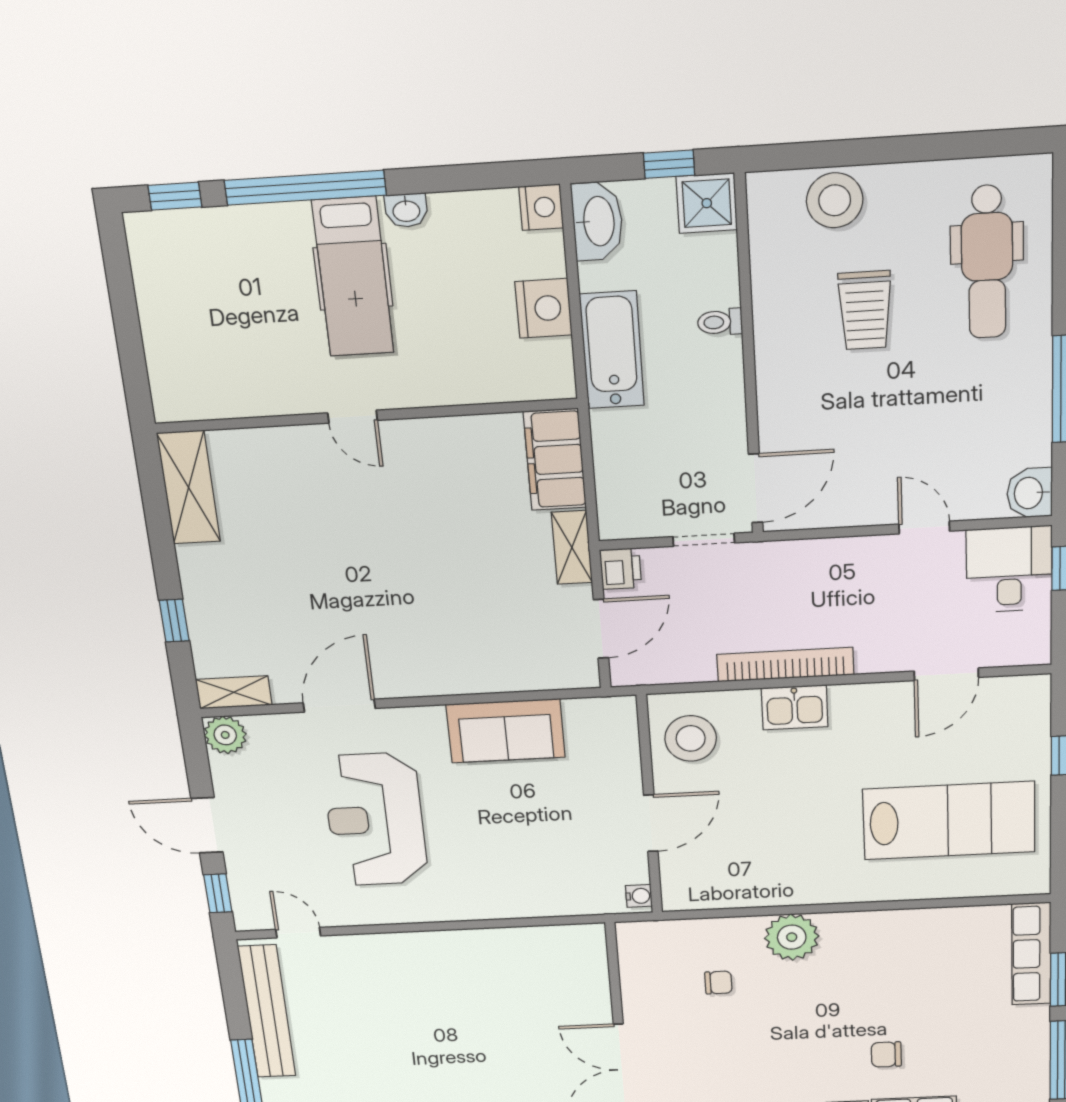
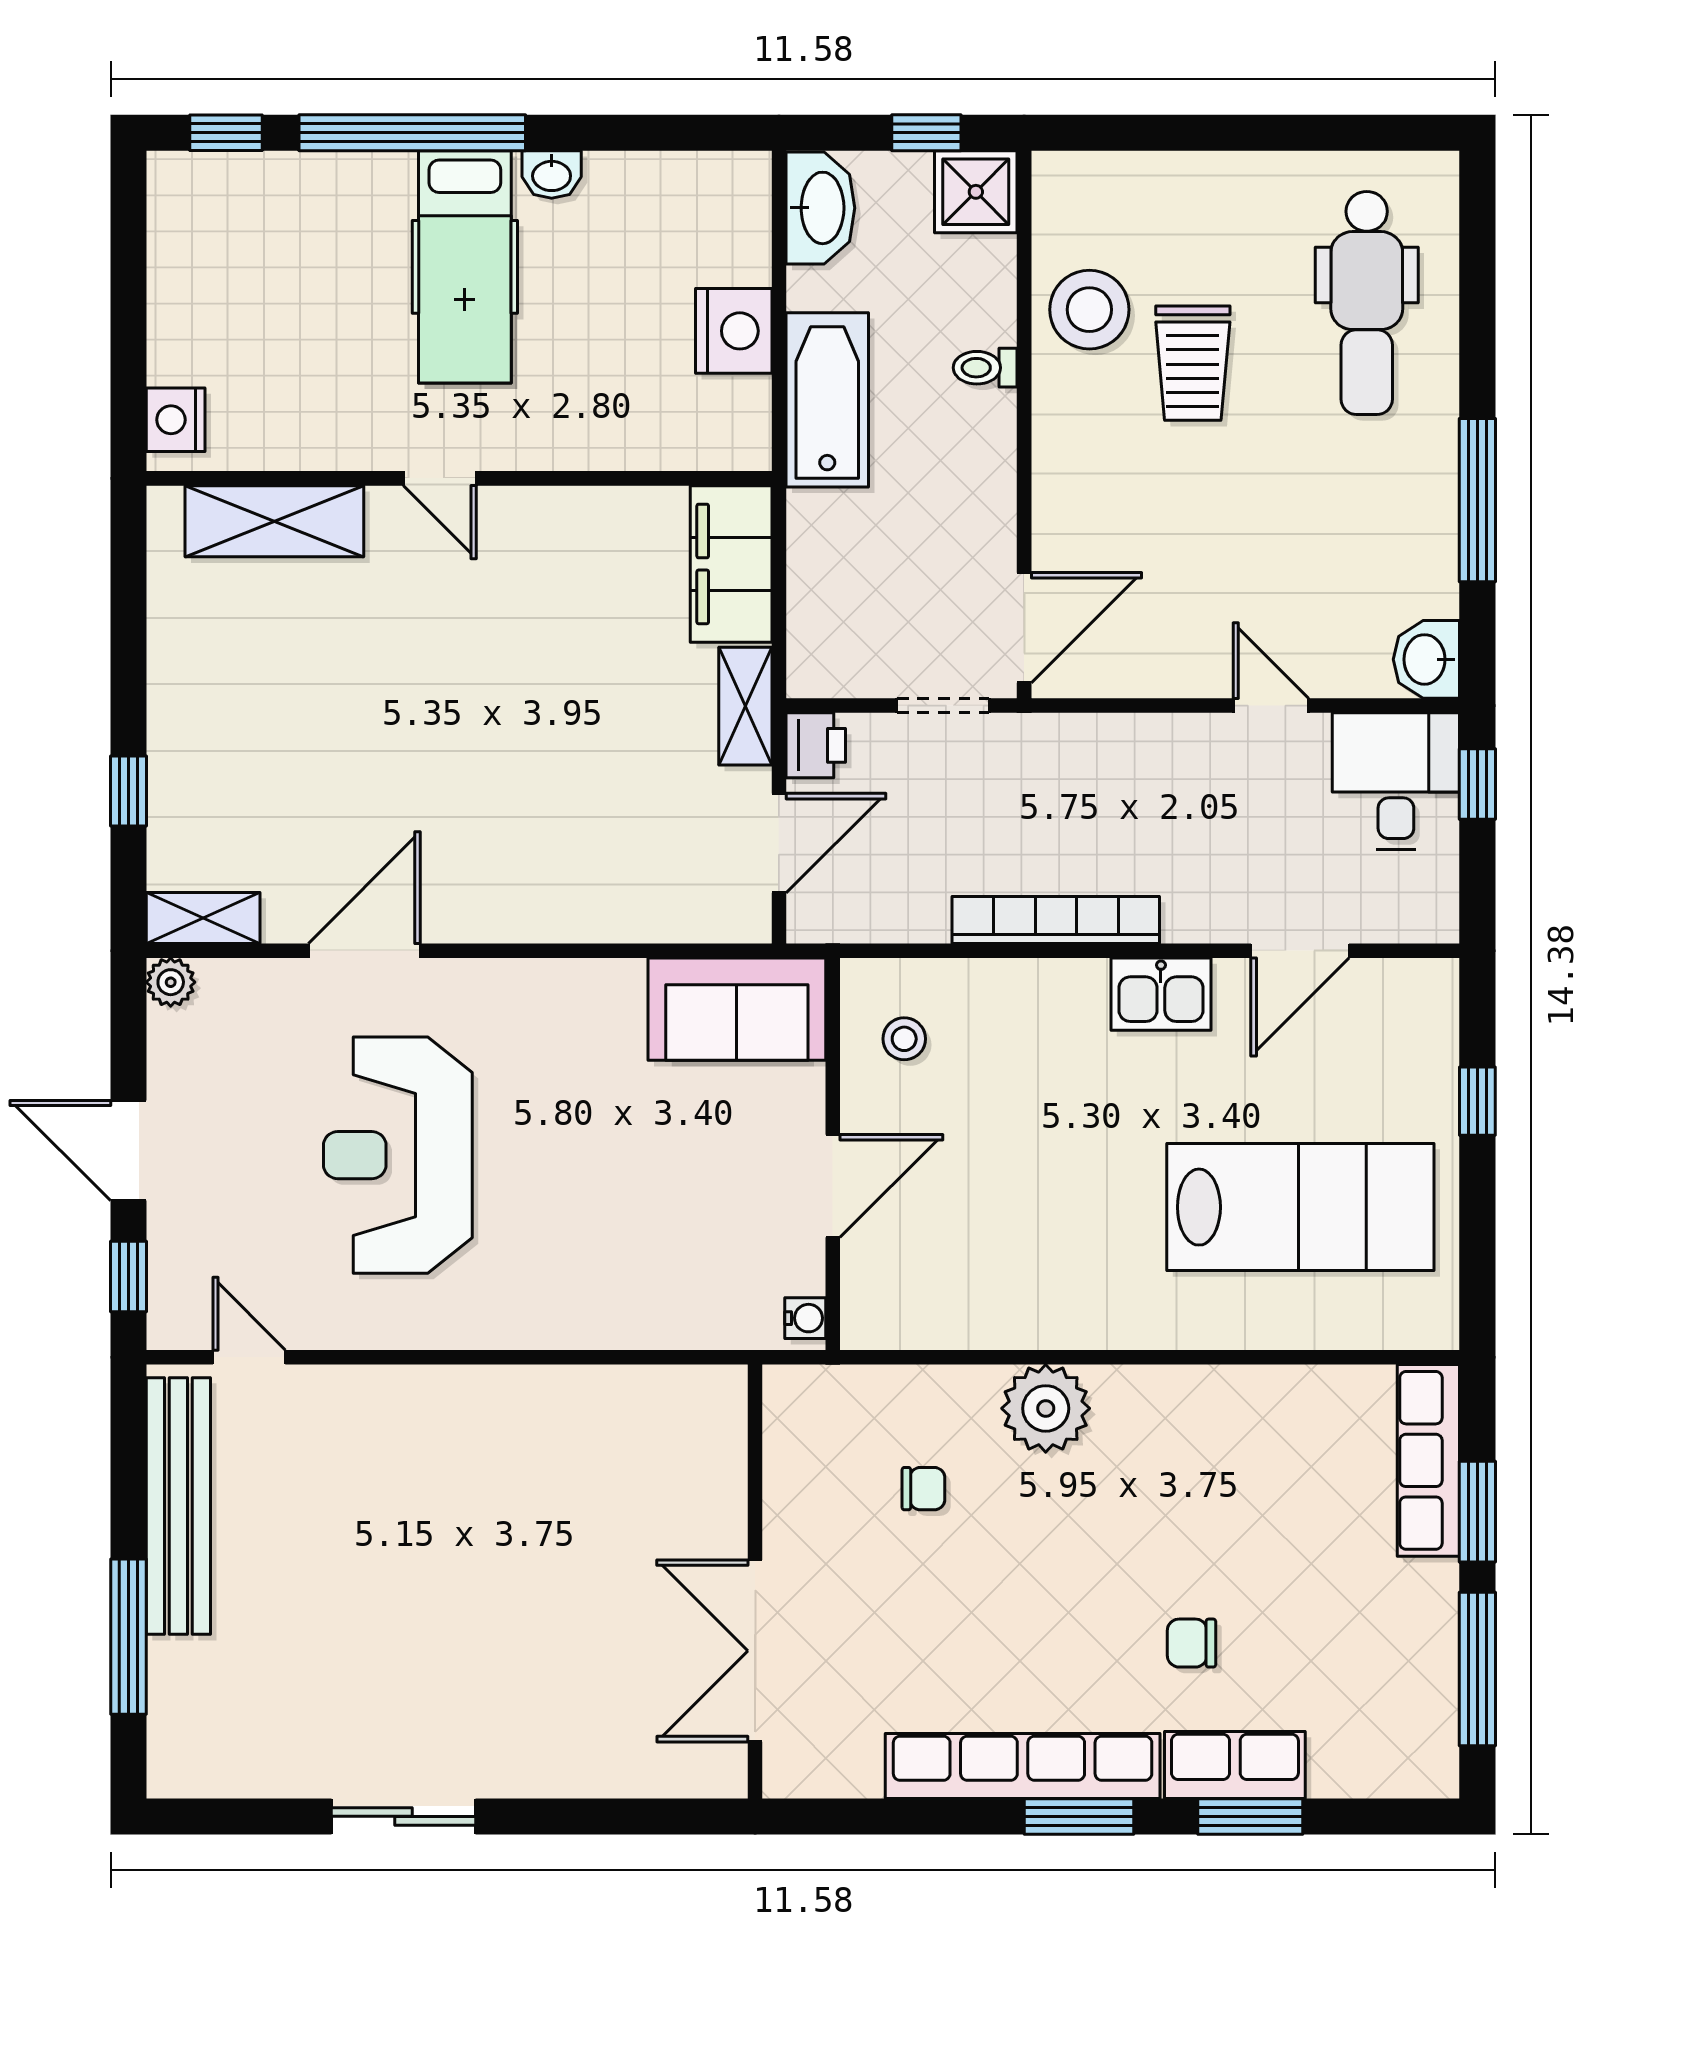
stool: (835, 200) -> (1089, 310), moved
nightstand: (541, 207) -> (176, 420), moved, turned 180
shelving: (189, 487) -> (274, 521), moved, turned 90
kitchen sink: (795, 707) -> (1161, 994), moved
sofa: (506, 731) -> (737, 1009), moved
plant: (225, 735) -> (171, 982), width x0.73, depth x0.73
stool: (691, 738) -> (904, 1039), width x0.53, depth x0.53

